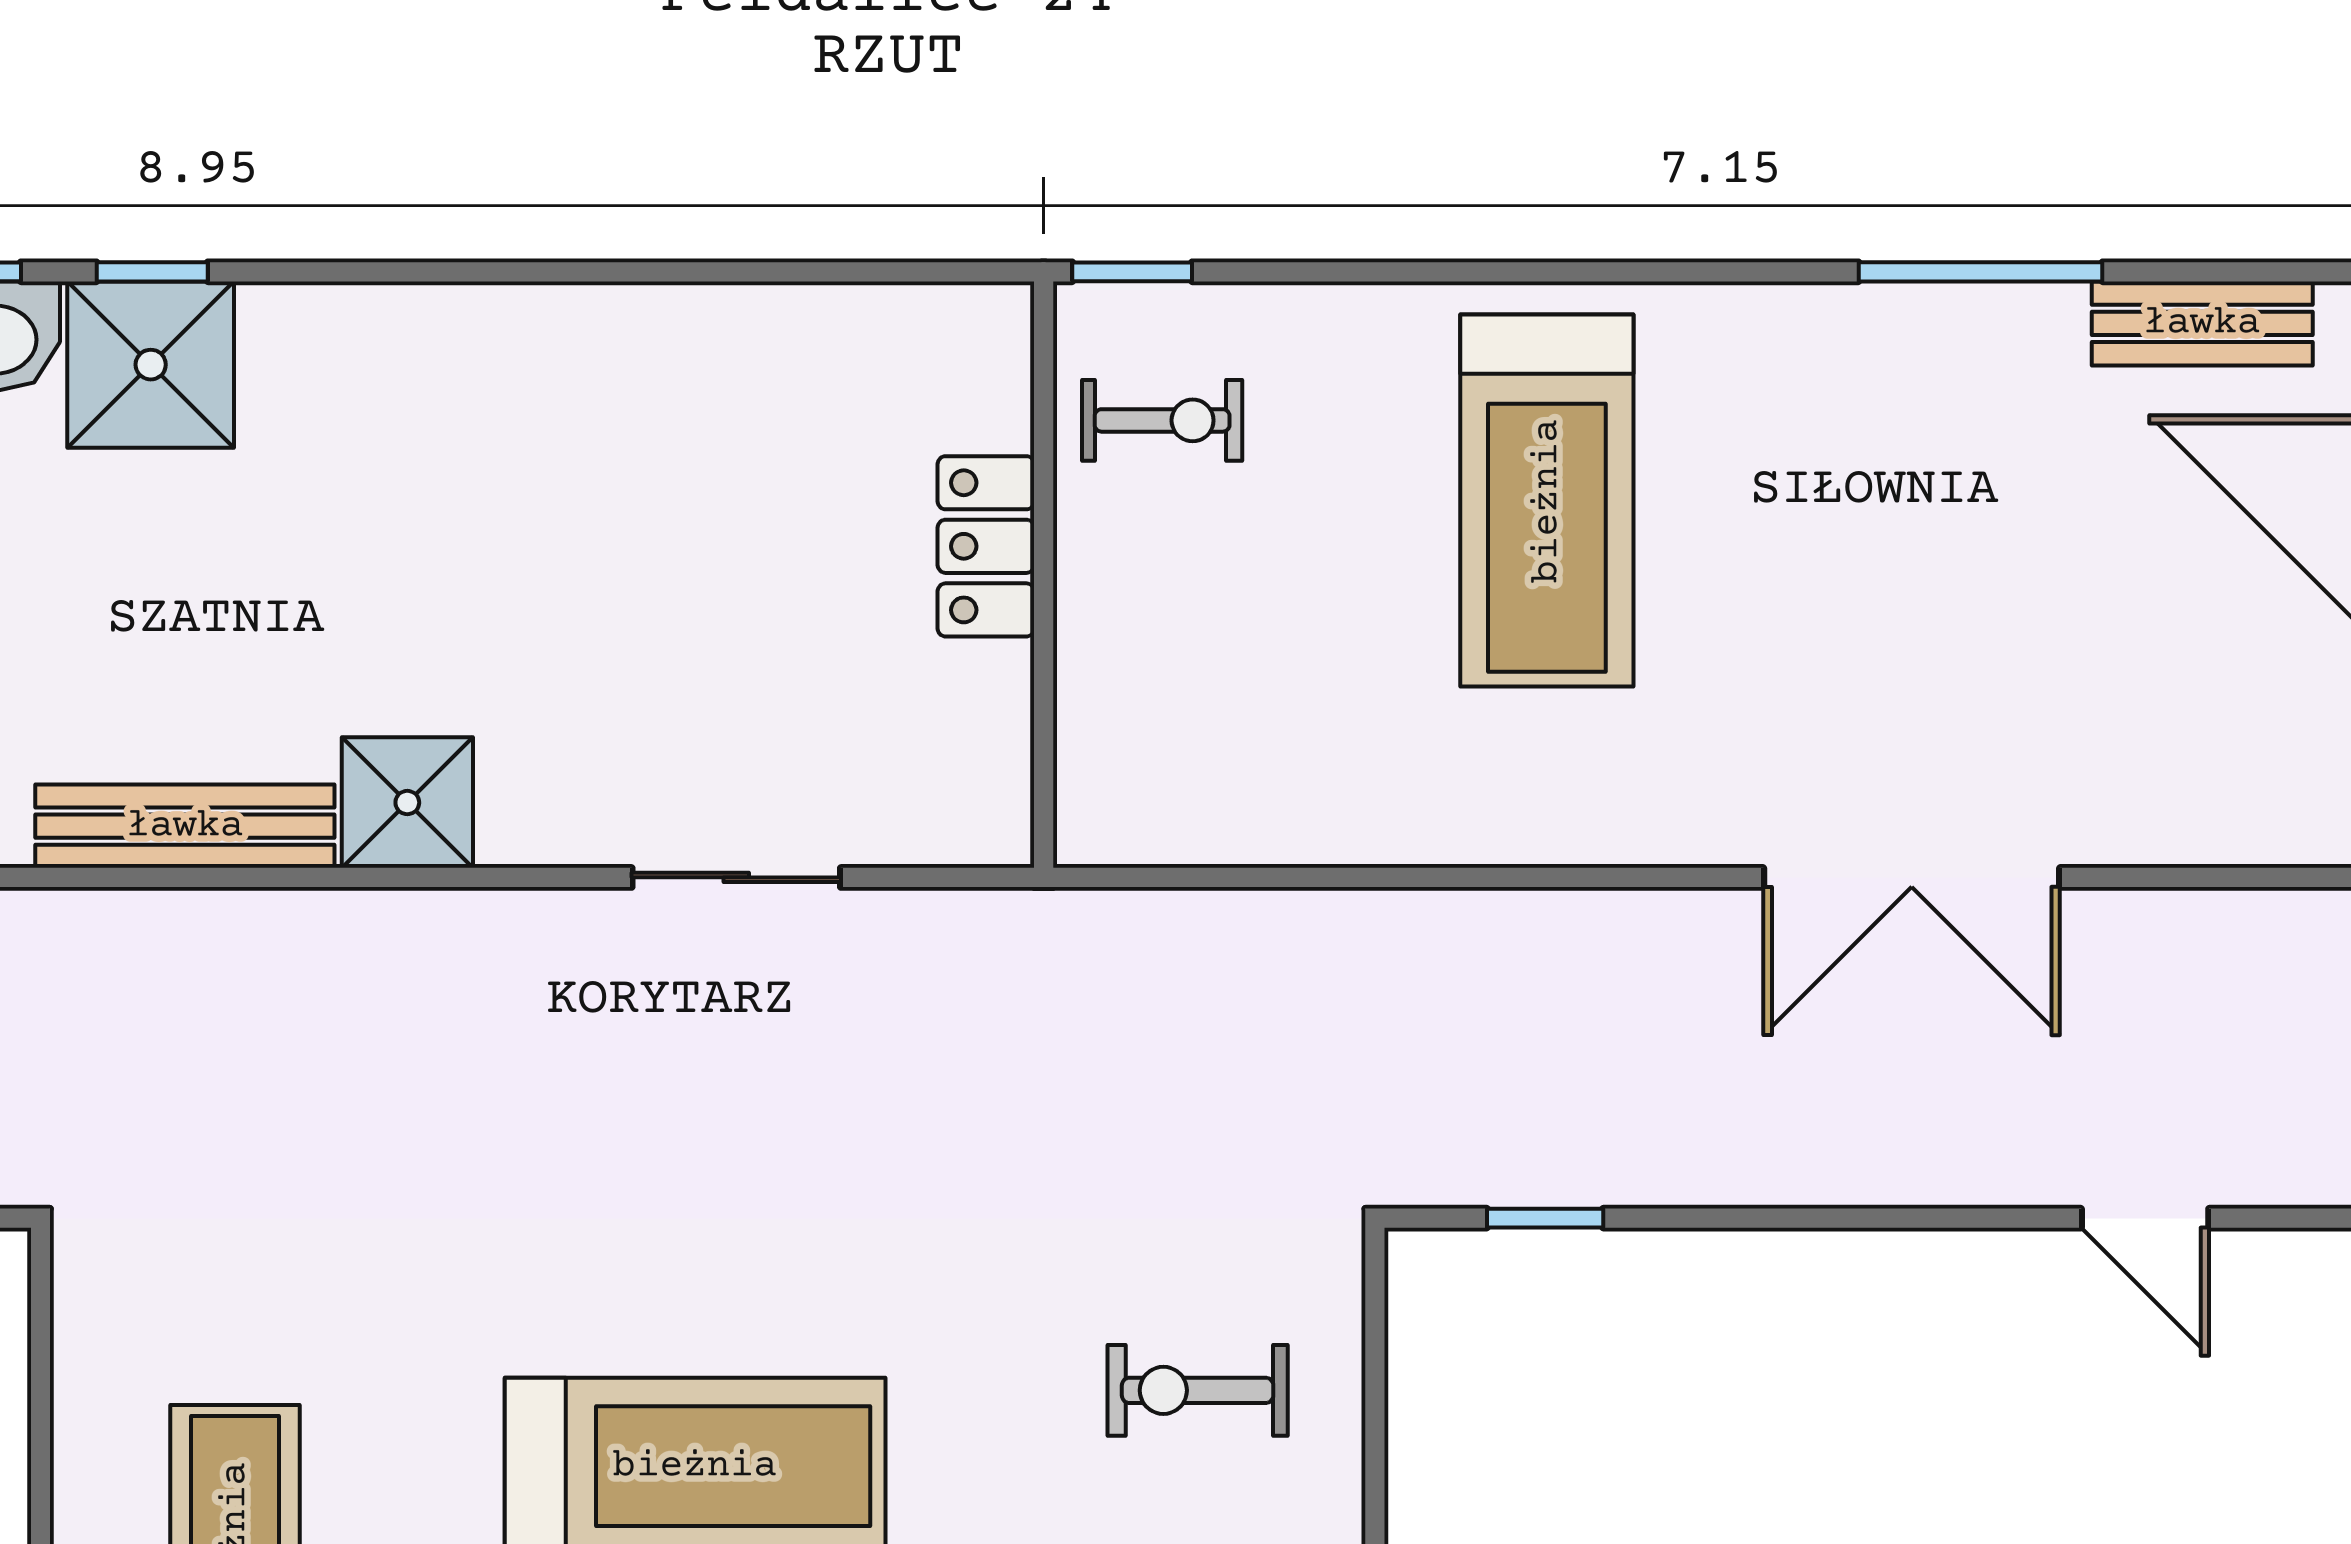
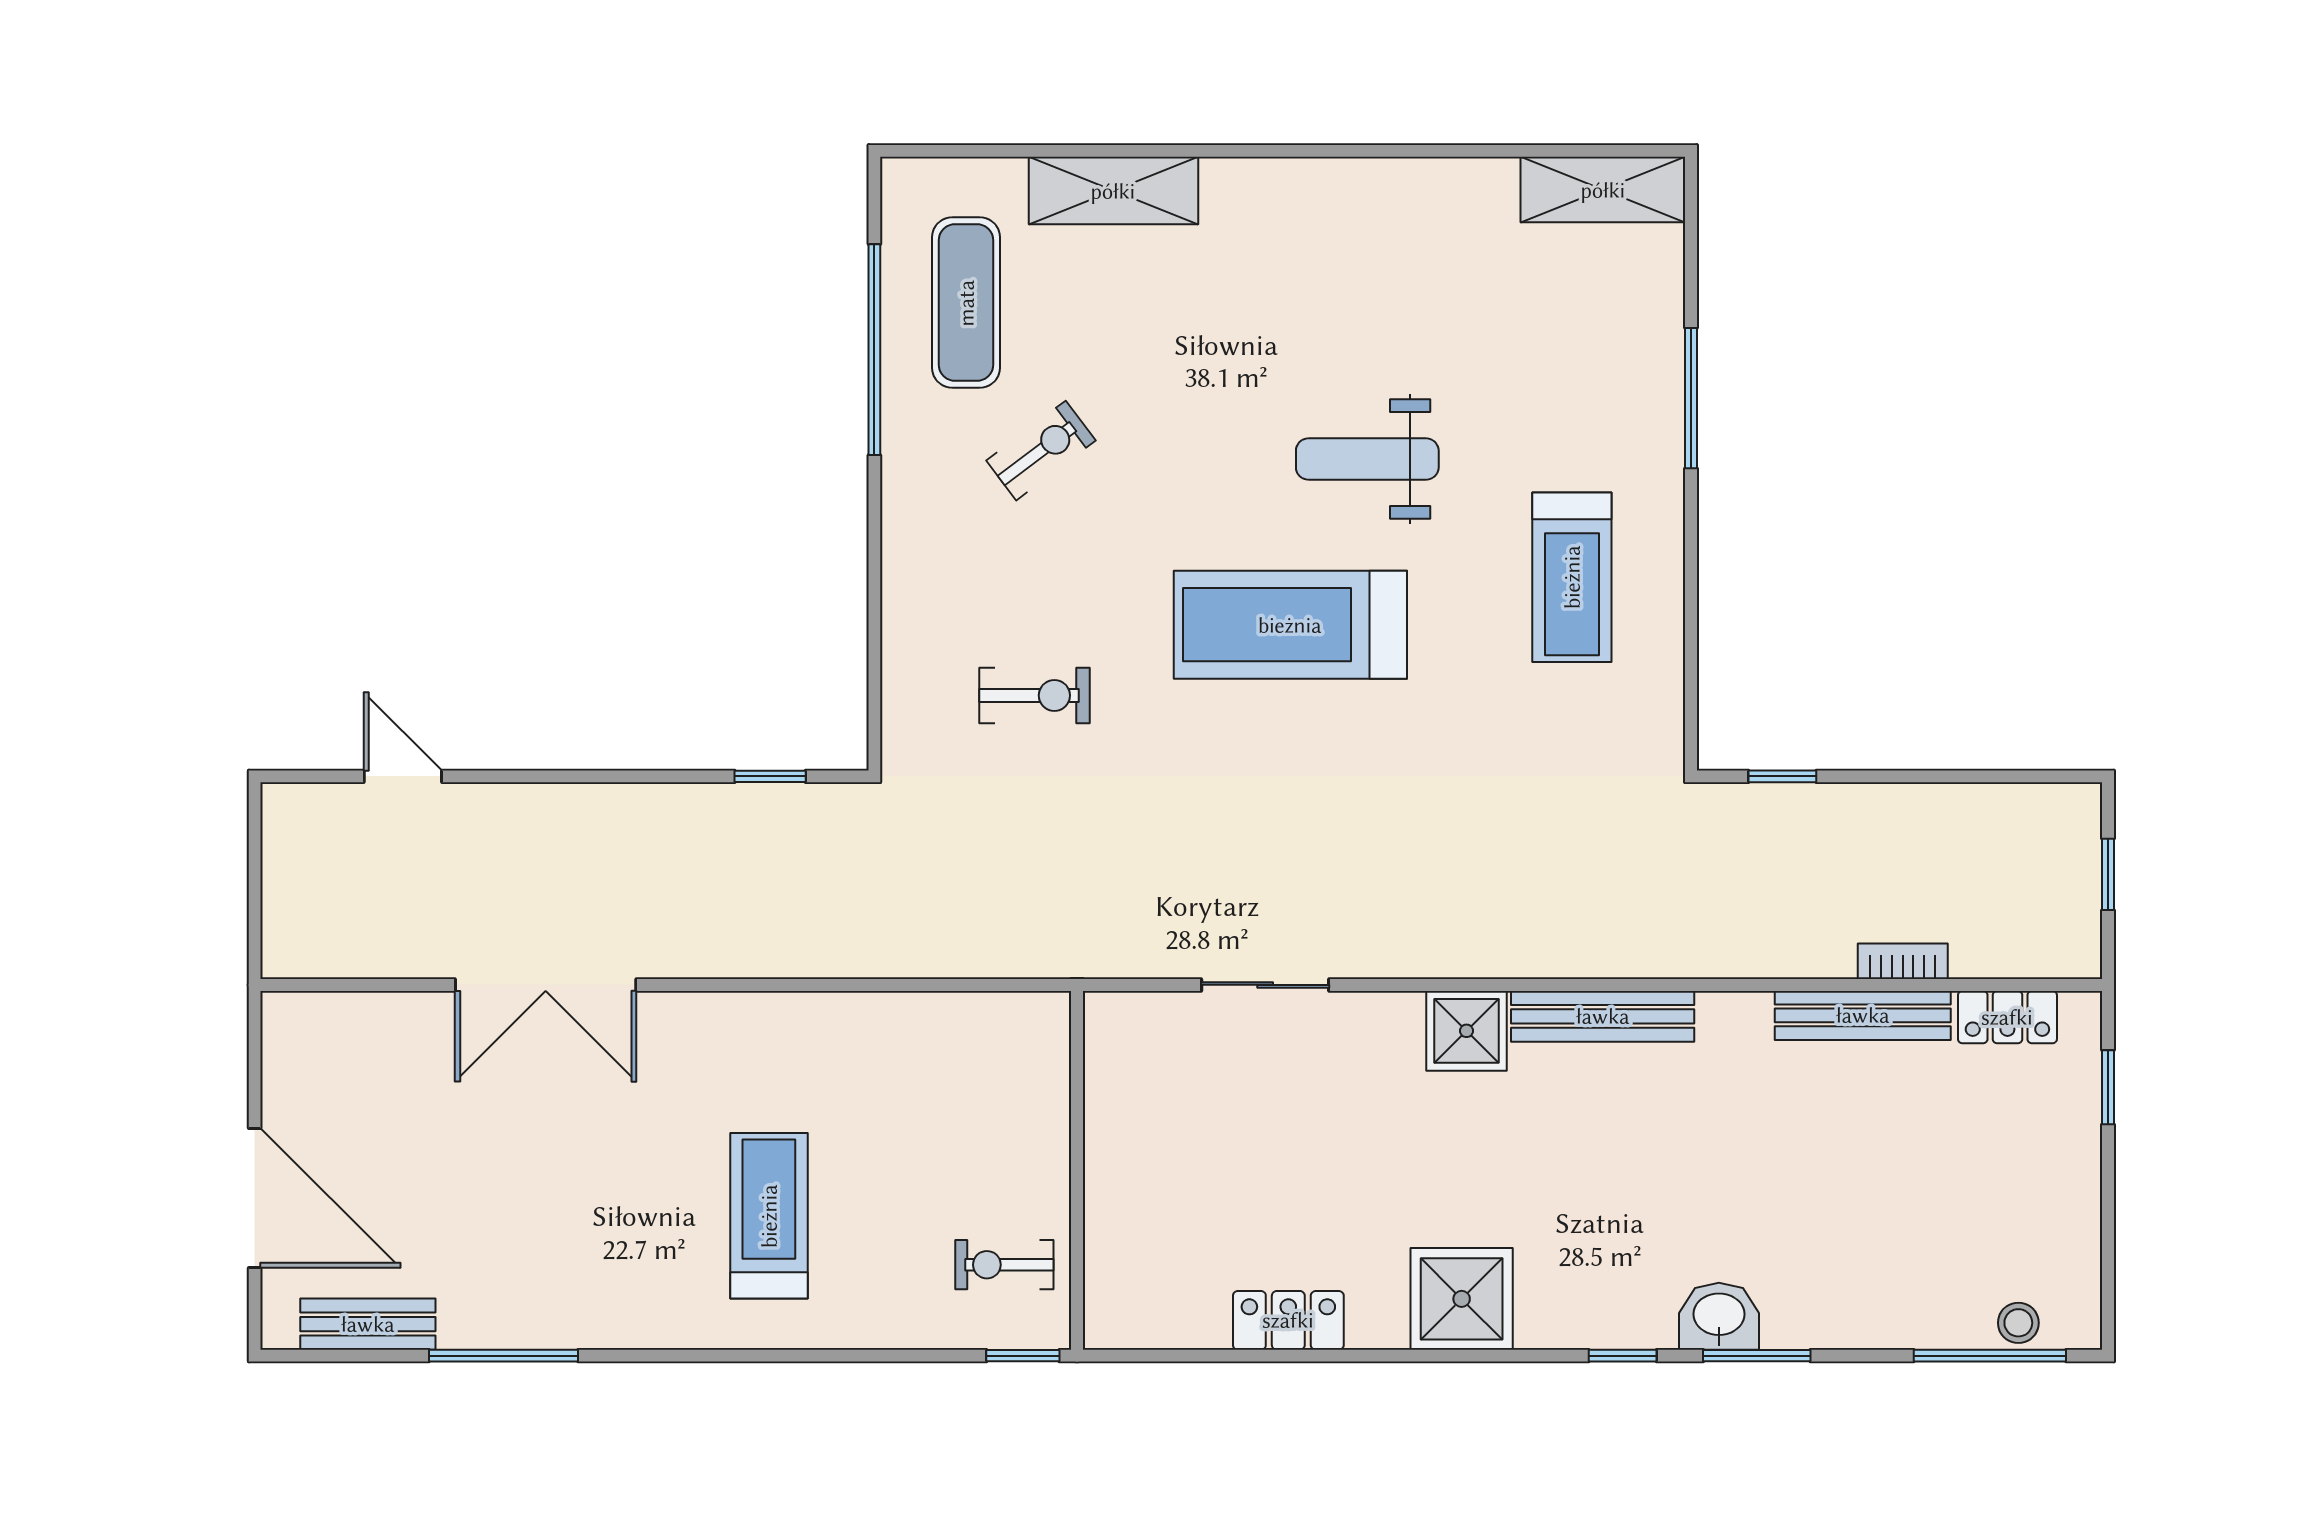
shower: (151, 365) -> (1462, 1299), moved
treadmill: (1547, 501) -> (769, 1216), width x0.73, depth x0.73
locker: (986, 546) -> (1288, 1320), moved, turned -90
double door: (1912, 877) -> (546, 985), swing flipped
exercise bike: (1198, 1390) -> (1035, 695), moved

